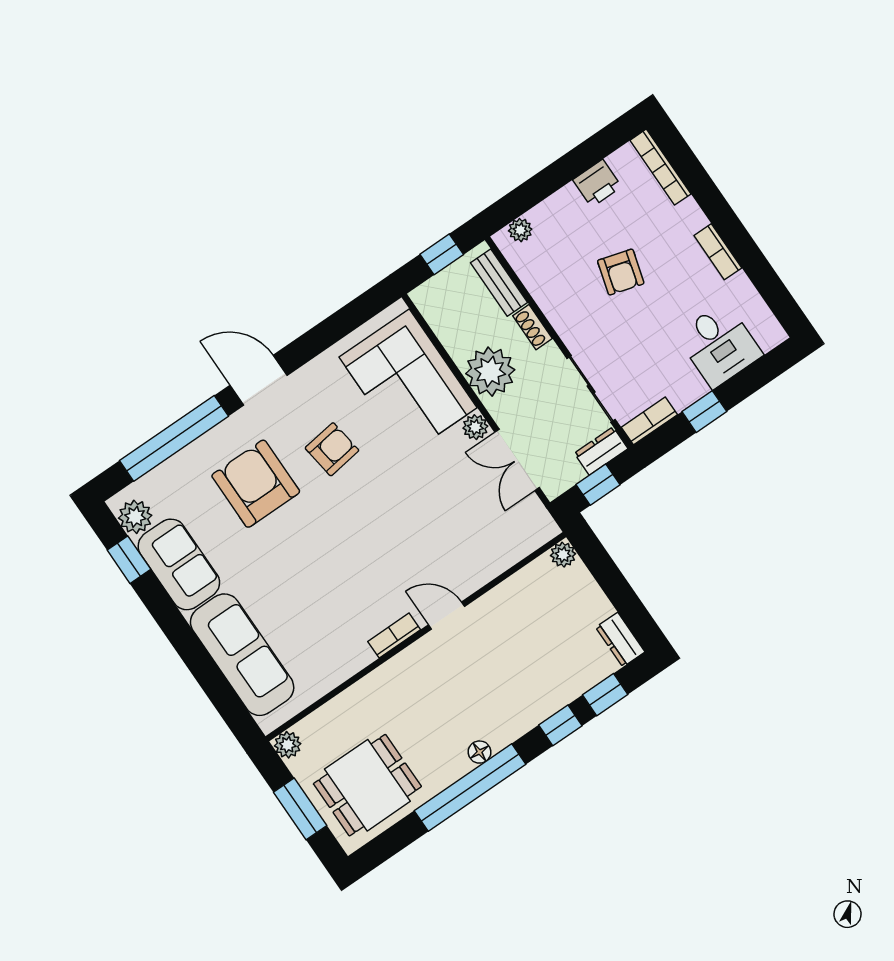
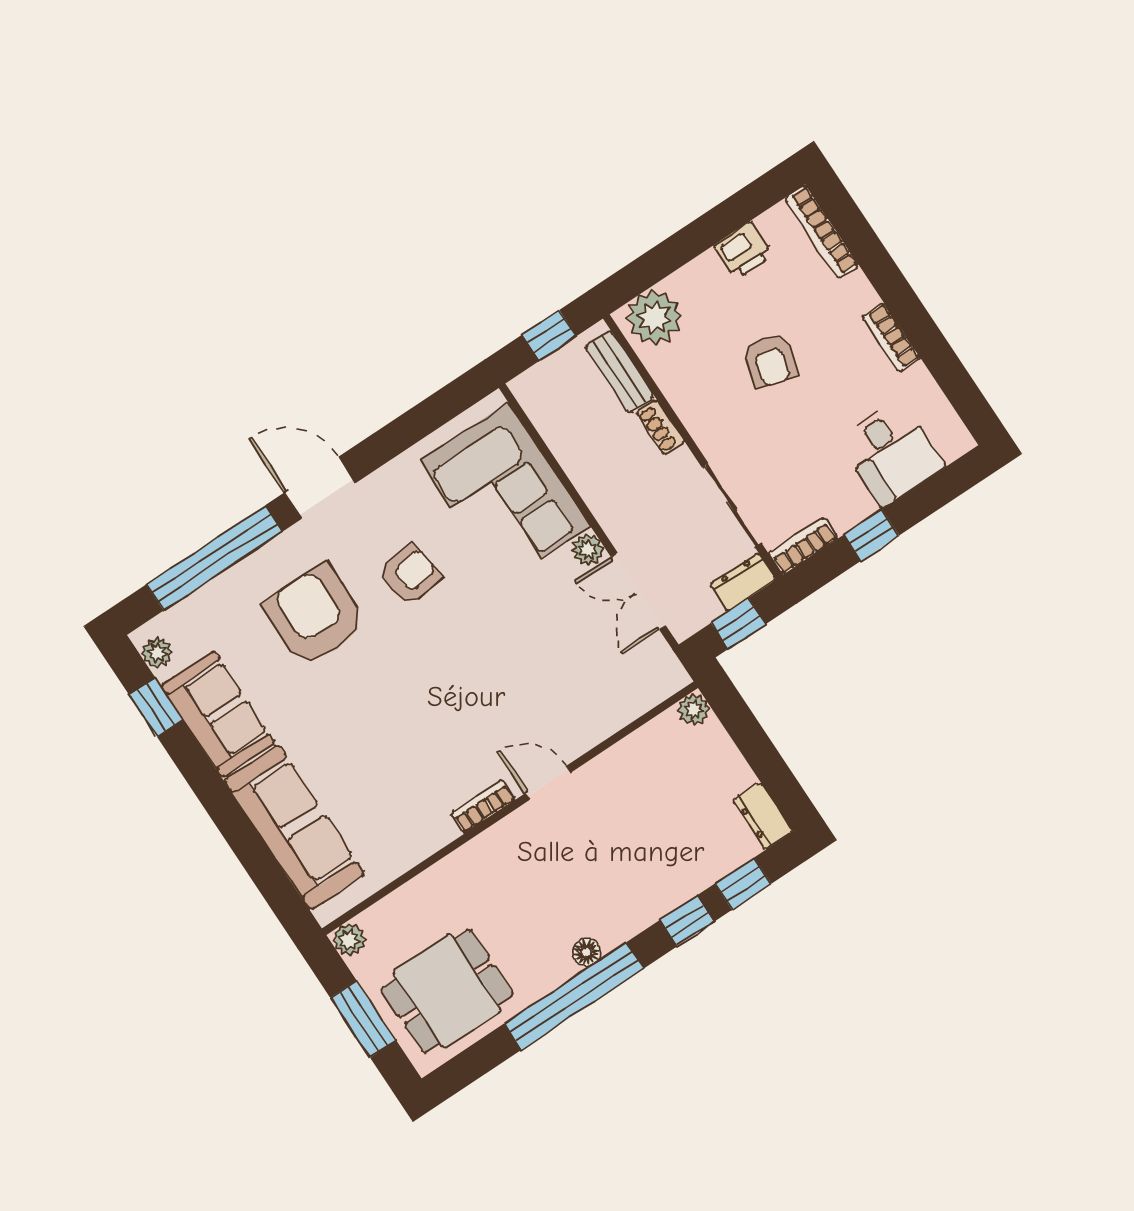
plant: (520, 230) -> (654, 318), width x1.88, depth x1.88
plant: (490, 372) -> (607, 482), removed
plant: (135, 517) -> (157, 653), width x0.73, depth x0.73

